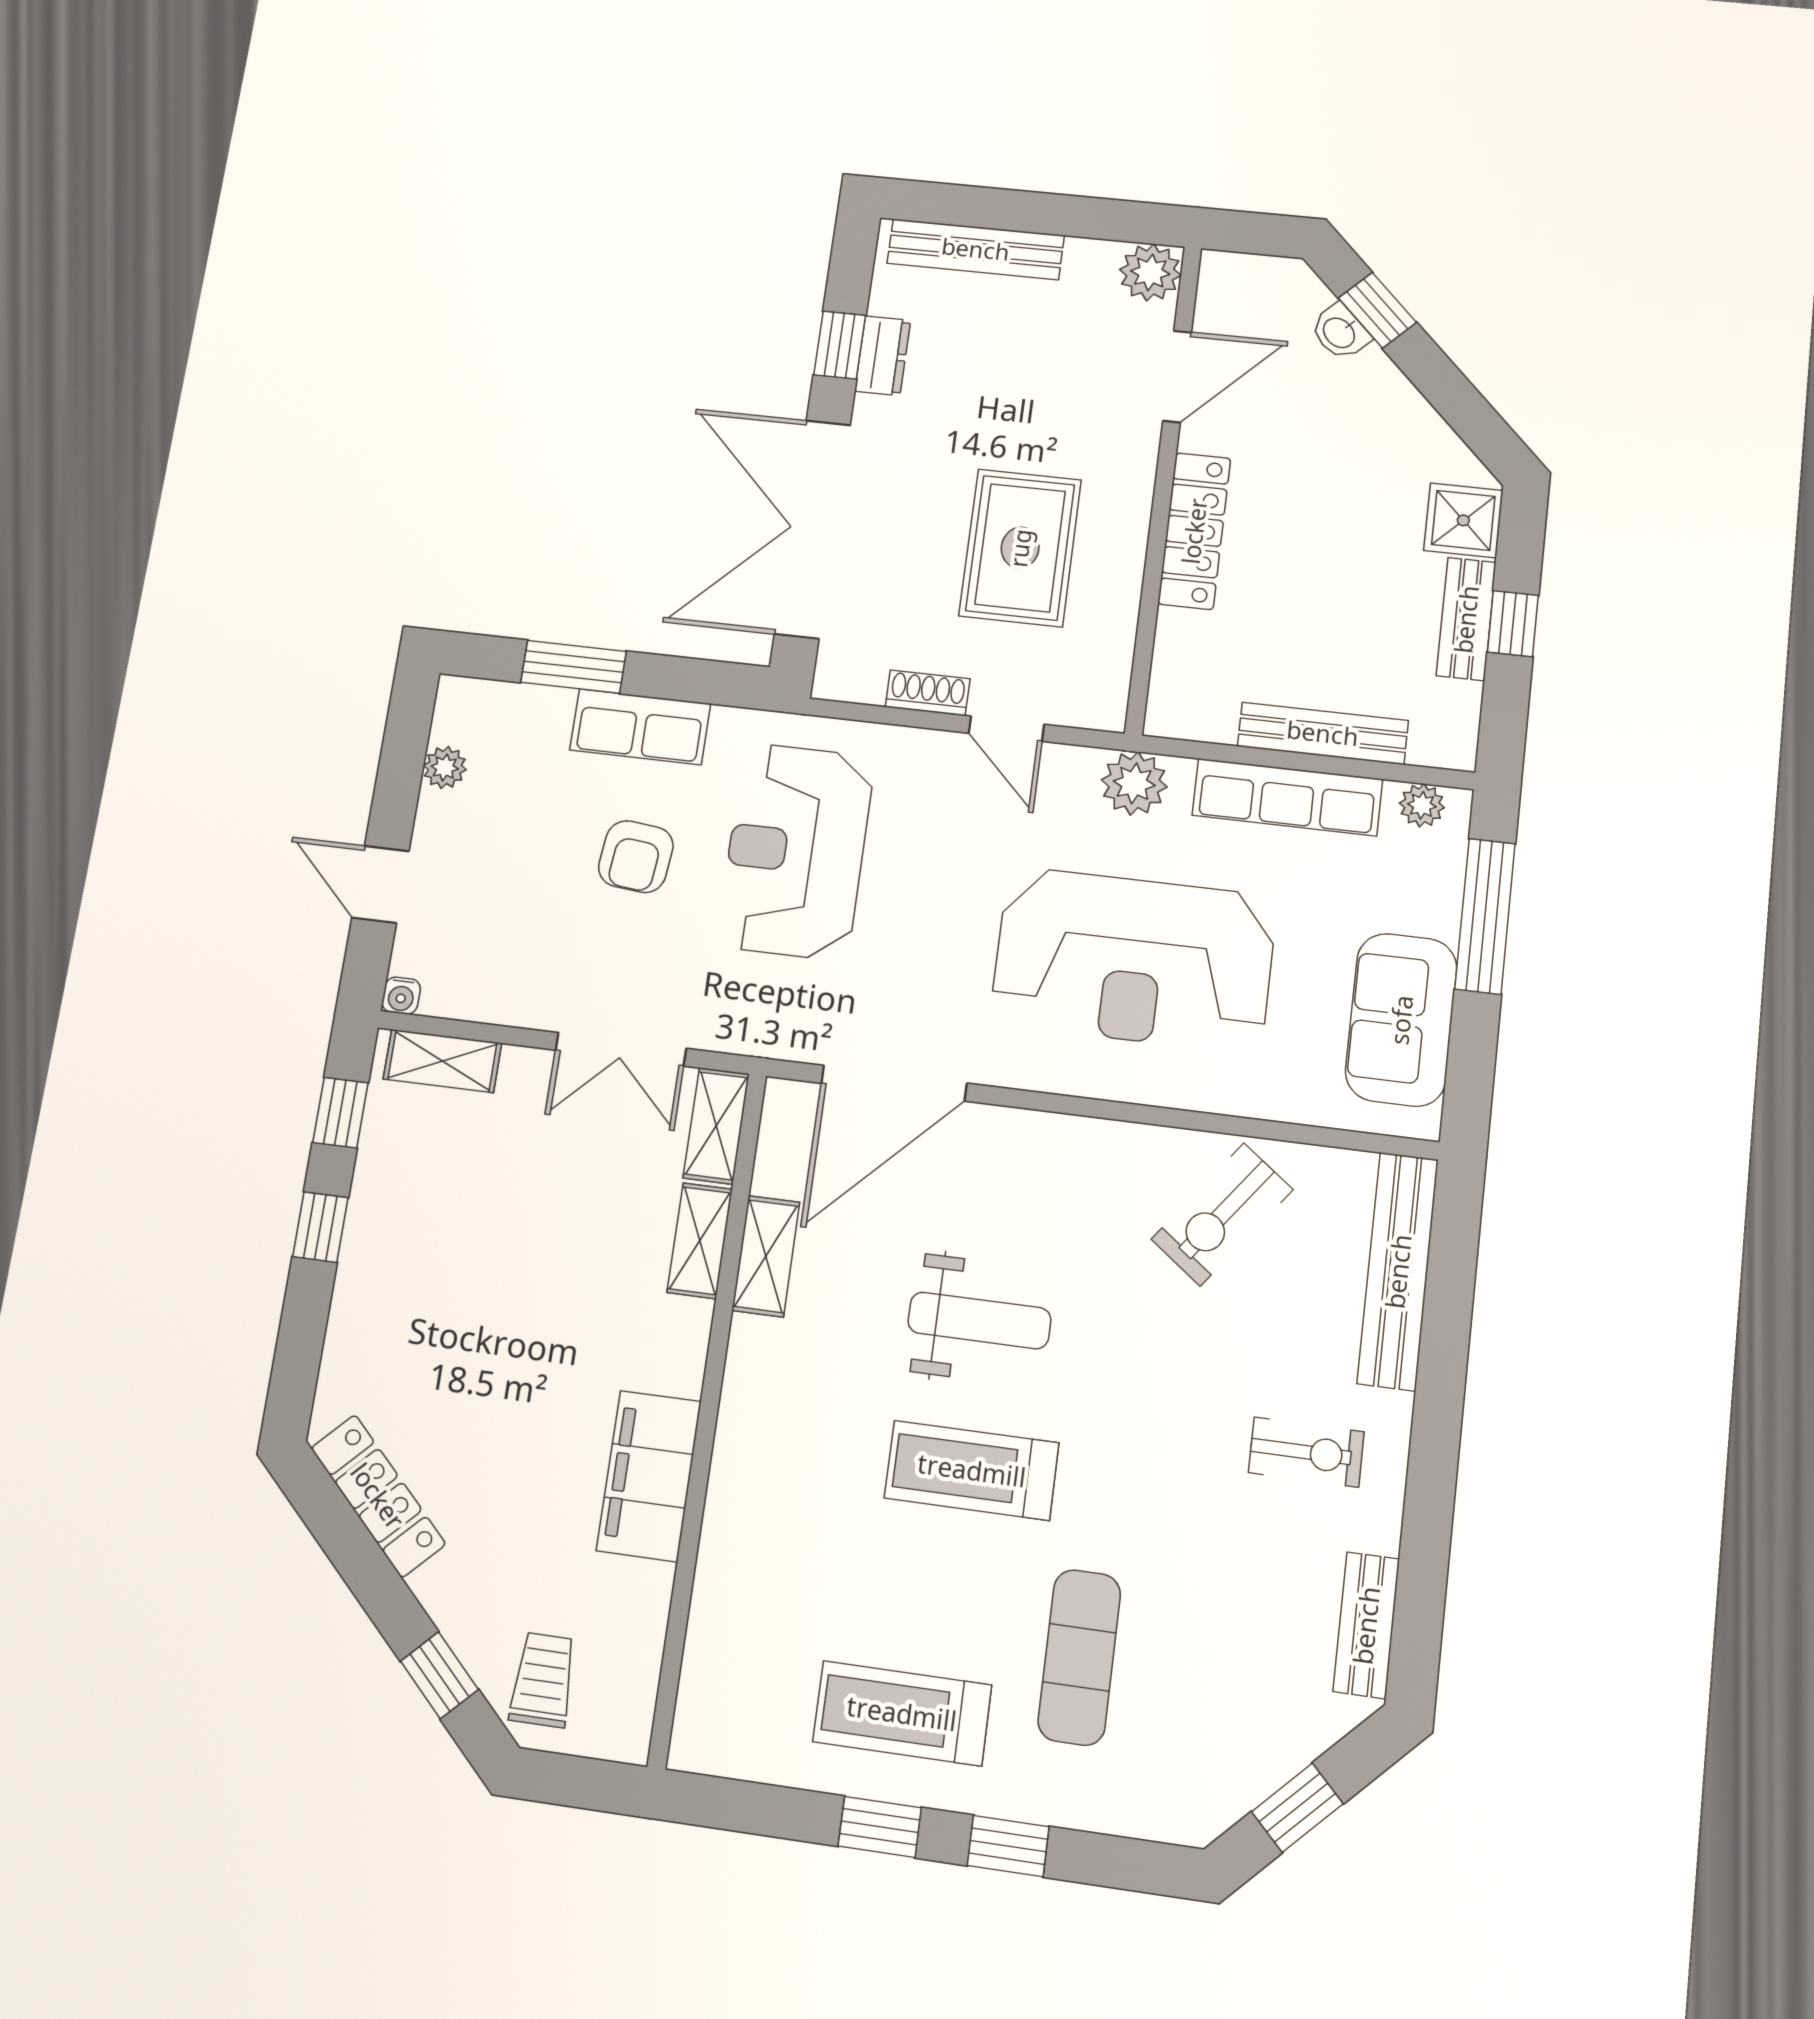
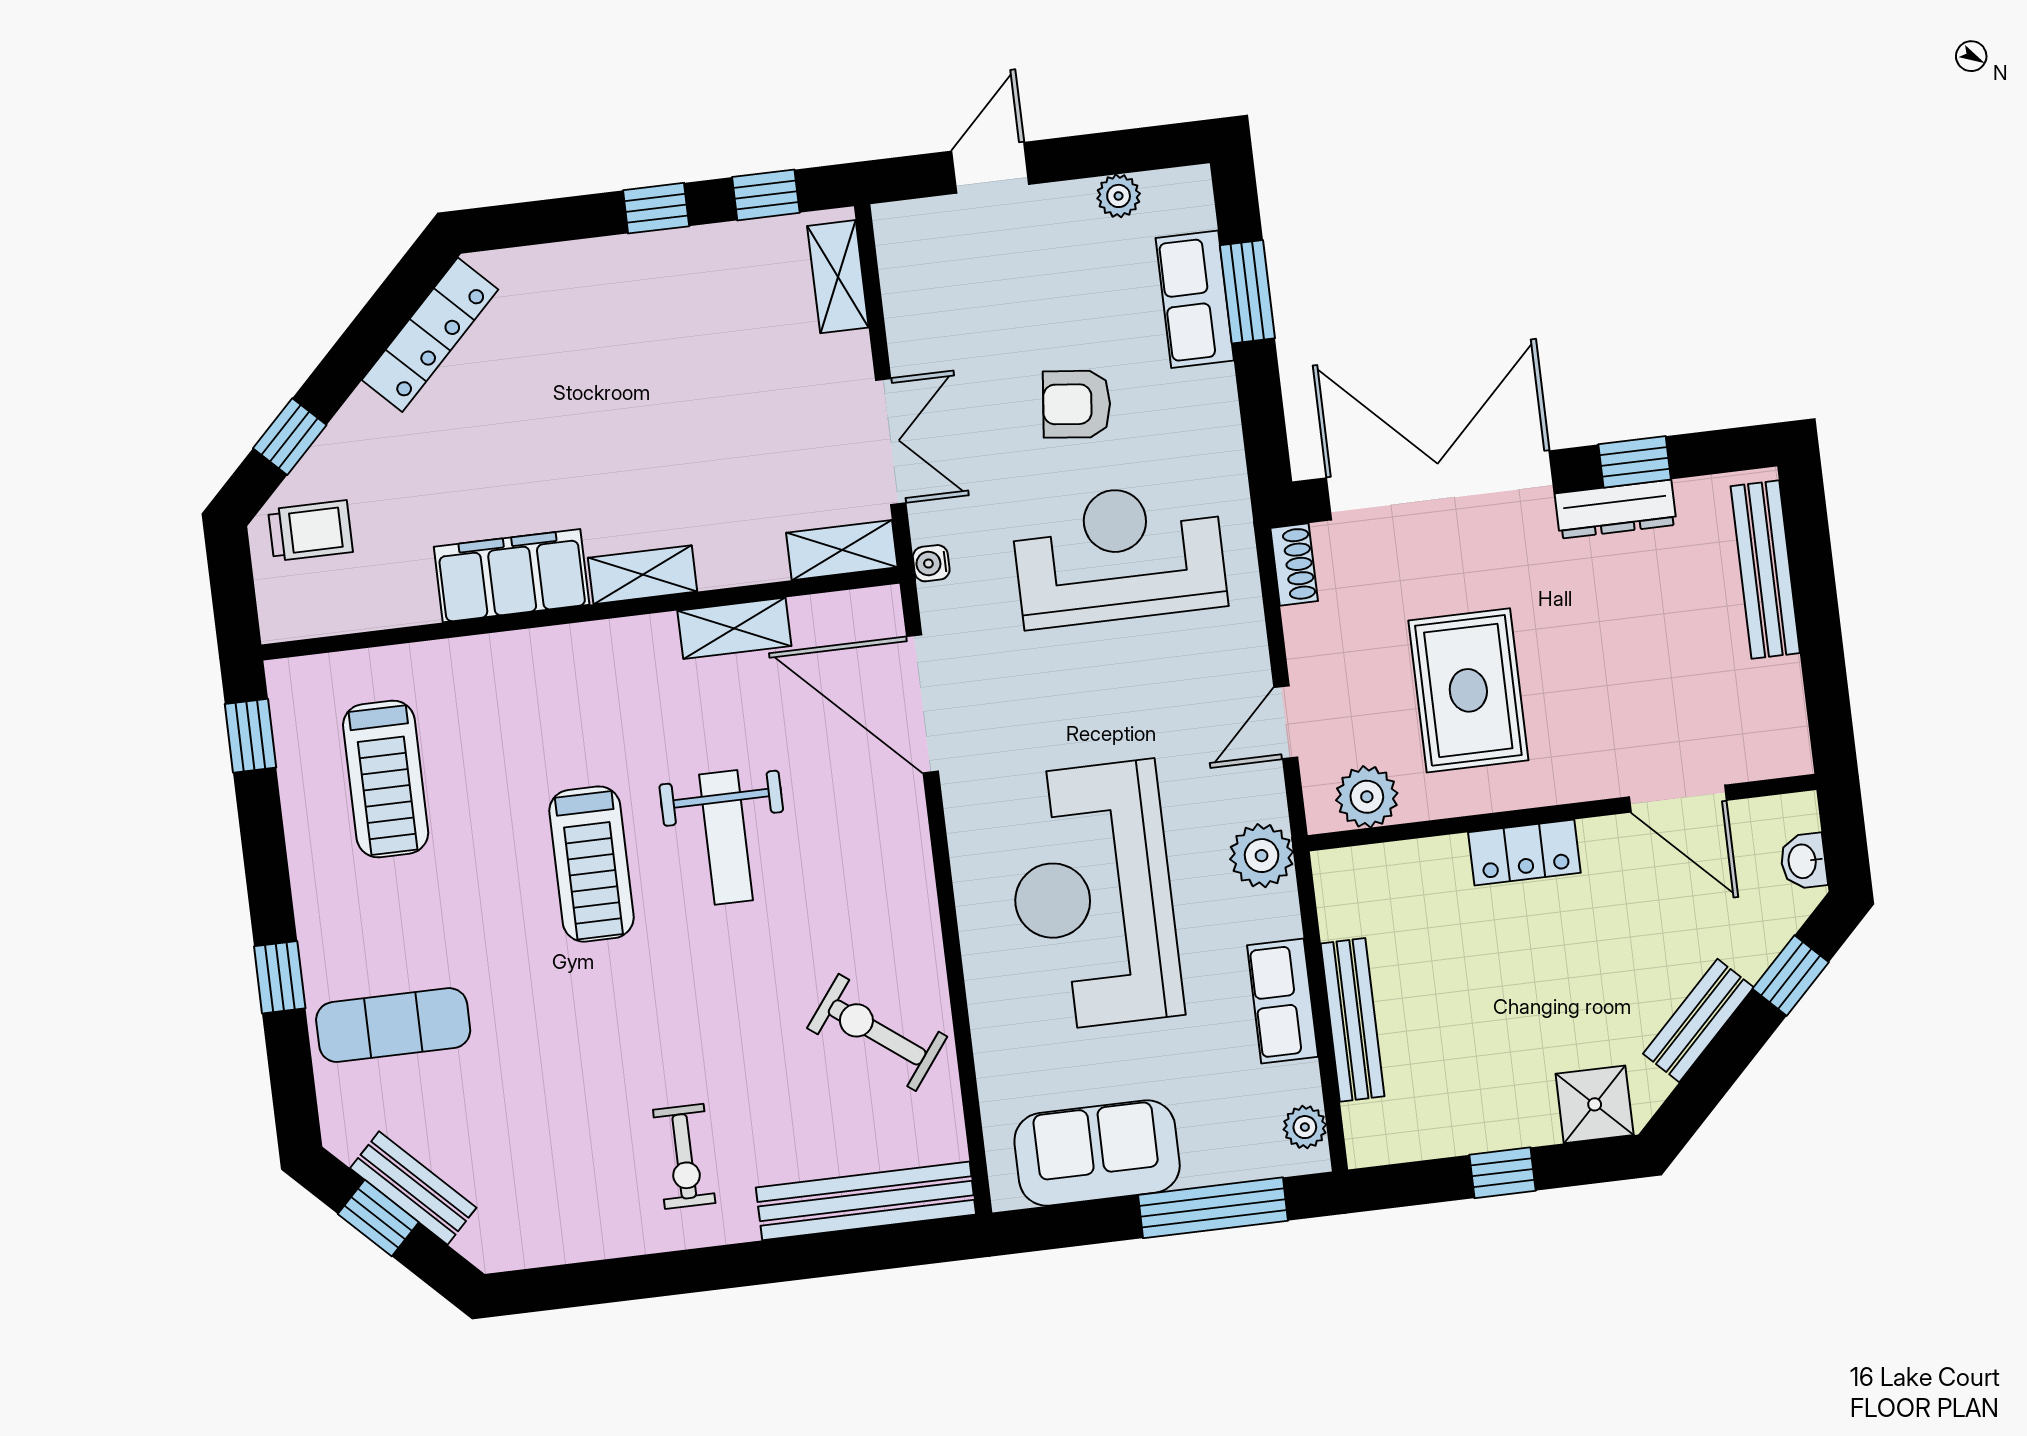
plant: (1150, 272) -> (1367, 797), moved
washbasin: (1340, 332) -> (1803, 861), moved, turned -45
dresser: (883, 356) -> (1616, 509), width x1.44
locker: (1194, 531) -> (1524, 853), width x0.66
rug: (1020, 548) -> (1468, 690), turned 90
bench: (1466, 619) -> (1698, 1021), moved, turned -45
shoe rack: (928, 693) -> (1294, 564), moved
row of seats: (640, 727) -> (1195, 299), moved
row of seats: (1287, 797) -> (1283, 1001), width x0.68
water cooler: (401, 996) -> (931, 563), moved
double door: (621, 1049) -> (891, 441), swing flipped
shelving: (700, 1241) -> (643, 575), moved
treadmill: (972, 1470) -> (591, 864), turned 180
bench: (1366, 1625) -> (413, 1188), moved, turned 45
exercise mat: (1079, 1657) -> (393, 1025), moved
treadmill: (902, 1713) -> (386, 779), moved, turned 180
window: (880, 1827) -> (251, 736), moved

